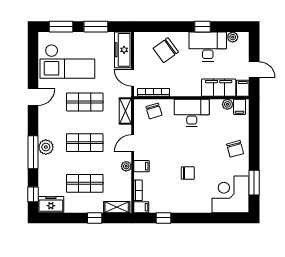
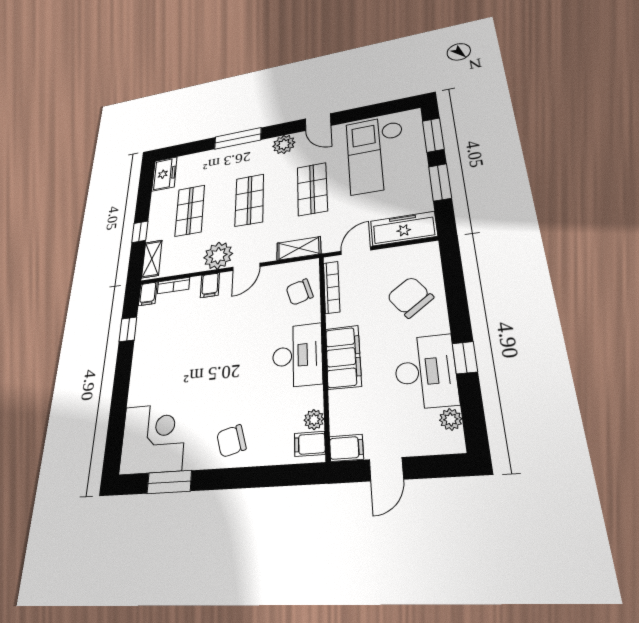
filing cabinet: (219, 88) -> (343, 357), moved
door: (133, 143) -> (246, 267), swing flipped
plant: (46, 147) -> (284, 144), moved
plant: (126, 166) -> (218, 256), width x1.88, depth x1.88
chair: (188, 173) -> (194, 360), removed
window: (33, 194) -> (180, 150), removed

